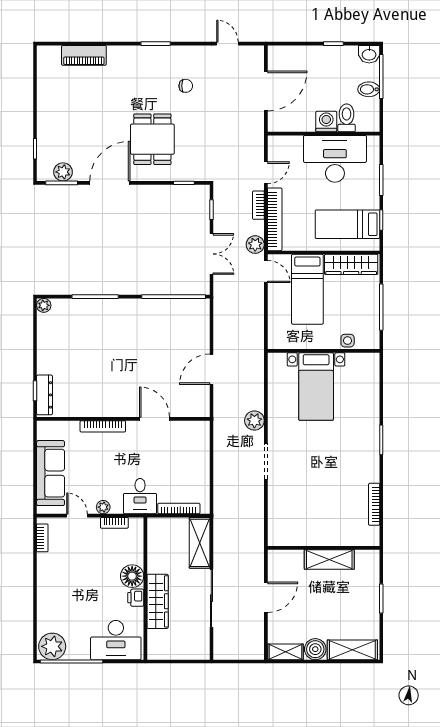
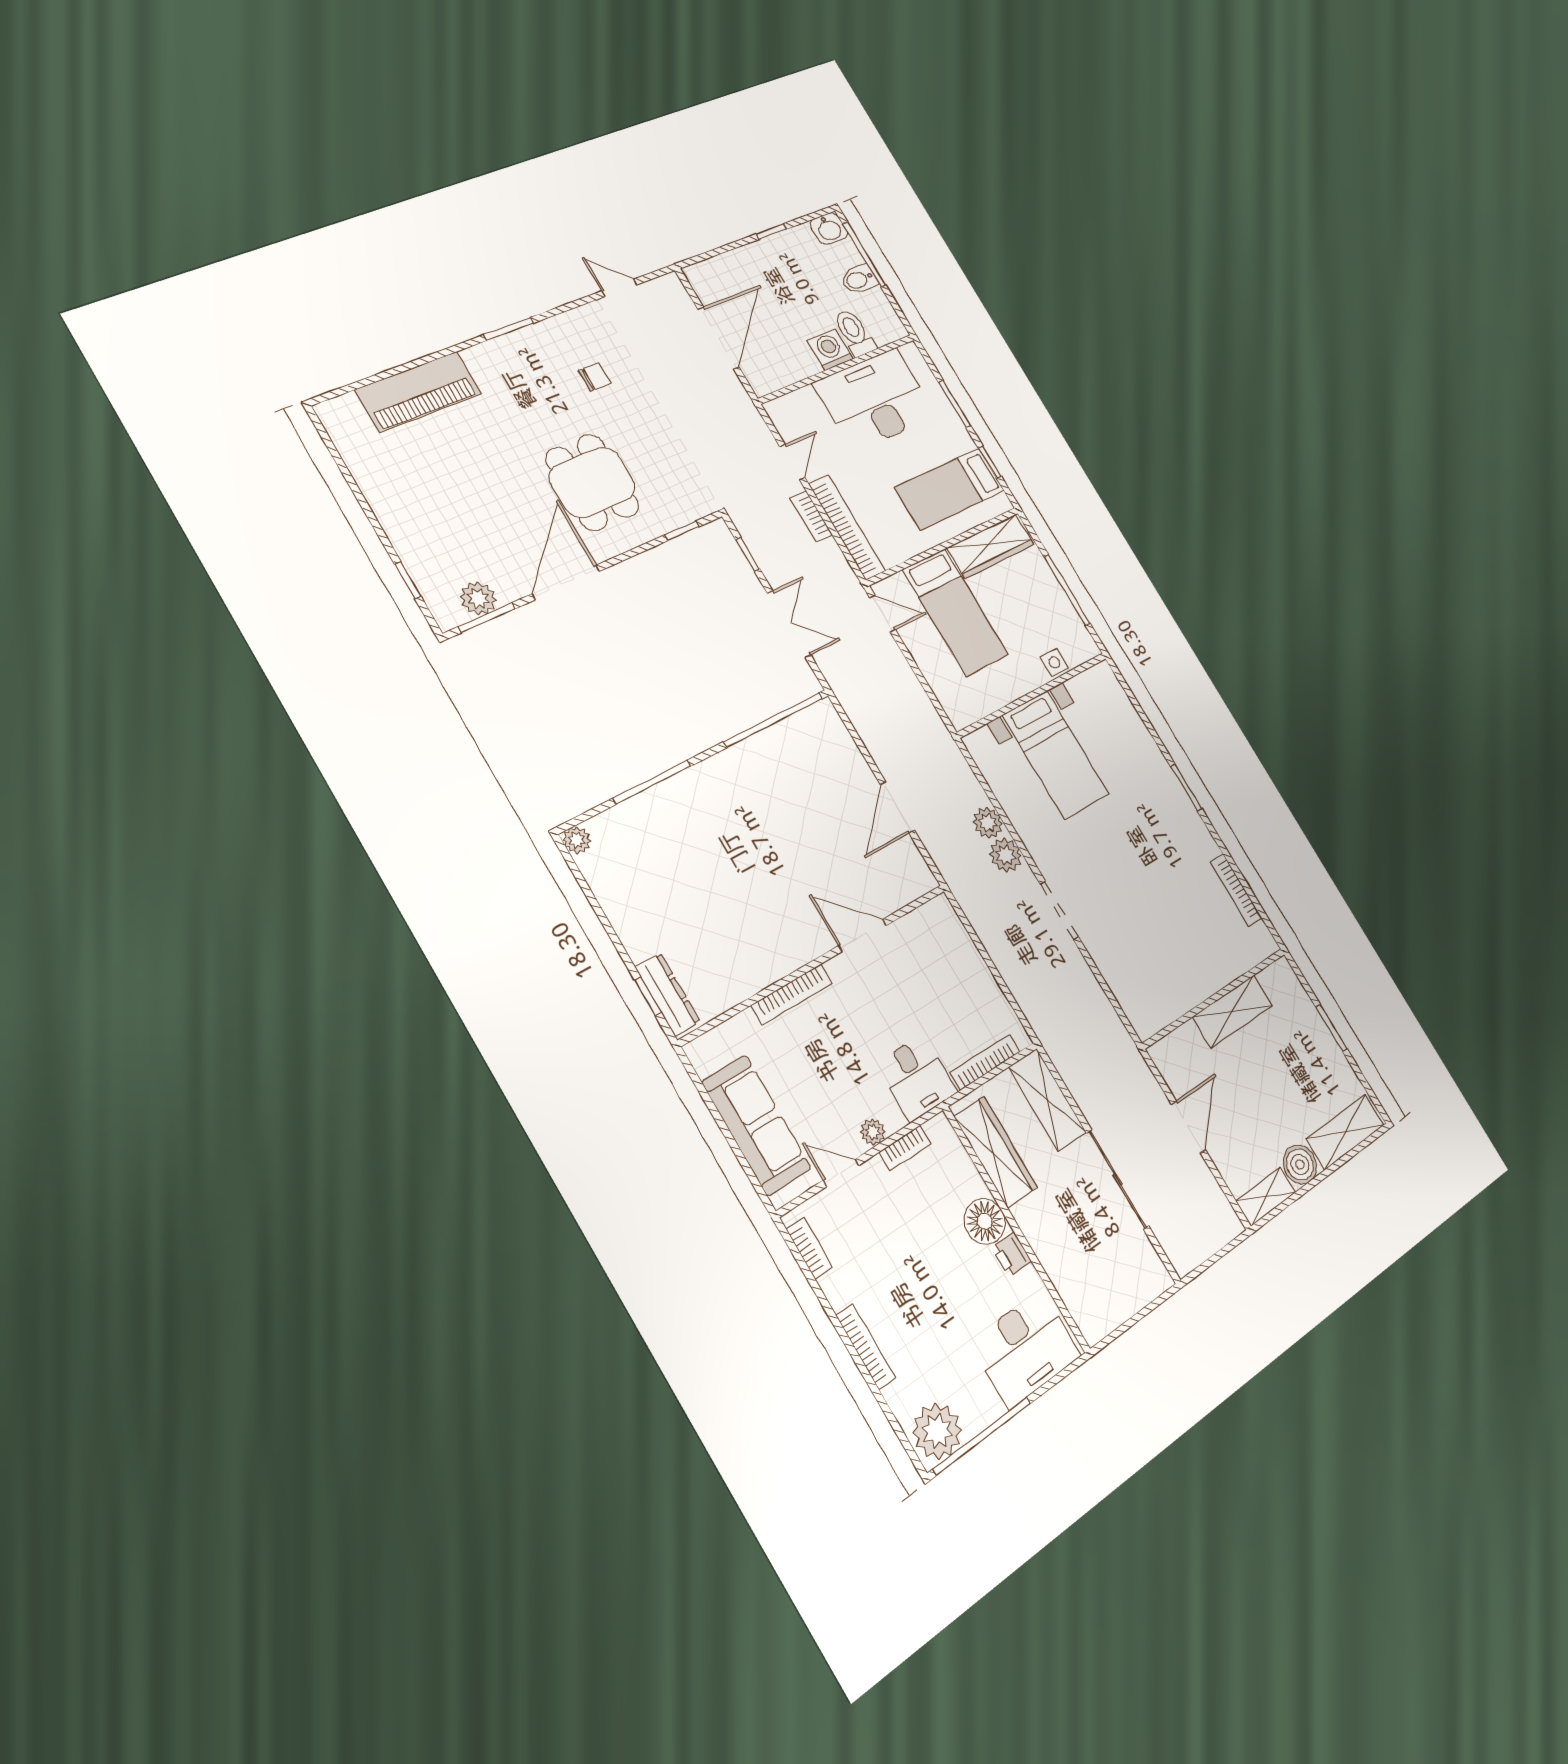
piano: (84, 55) -> (419, 392), width x1.37, depth x1.33
plant: (255, 245) -> (988, 823), moved
bookcase: (42, 593) -> (866, 1347), added
wardrobe: (158, 601) -> (996, 1152), moved

